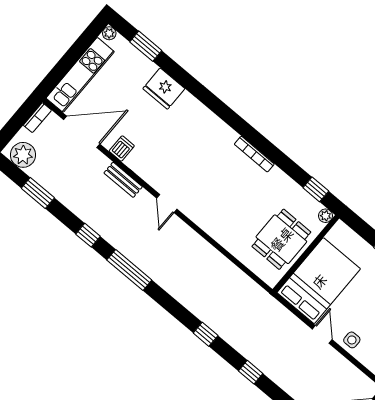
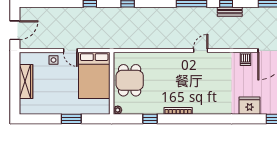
bench: (123, 180) -> (230, 12), moved
window: (316, 189) -> (150, 119), moved
door: (167, 204) -> (201, 50), hinge flipped

